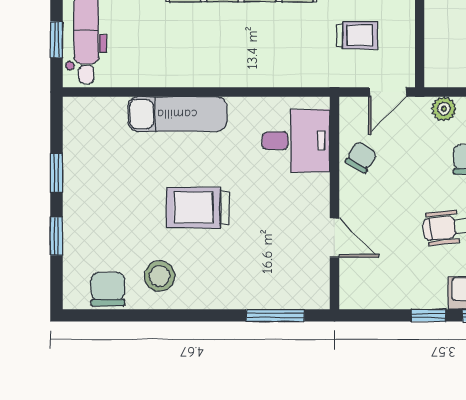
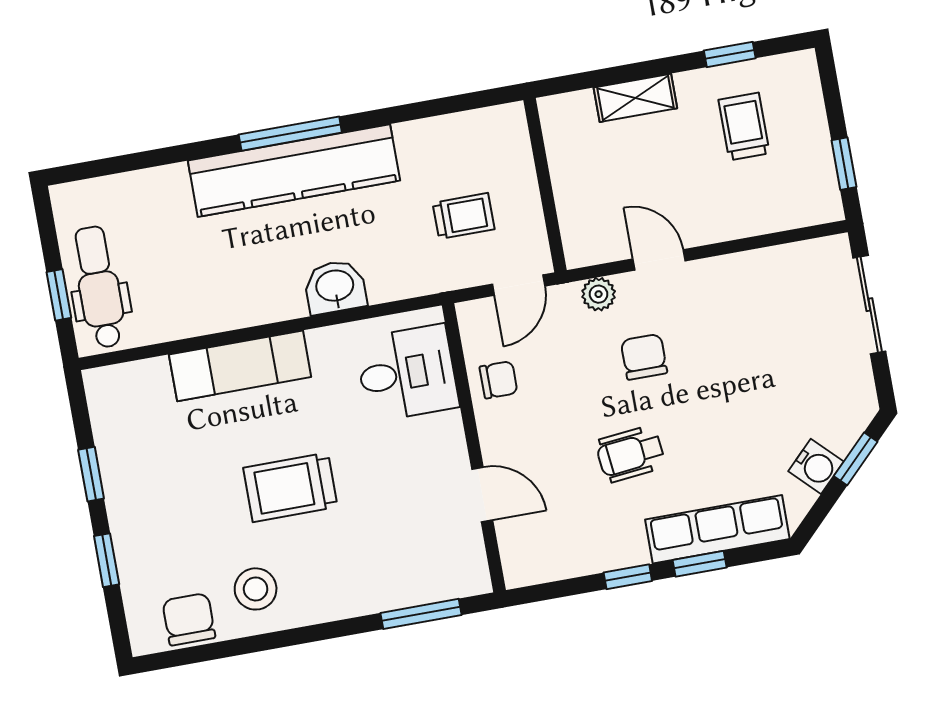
washbasin: (256, 70) -> (335, 287), added
chair: (361, 157) -> (498, 380), turned 60

